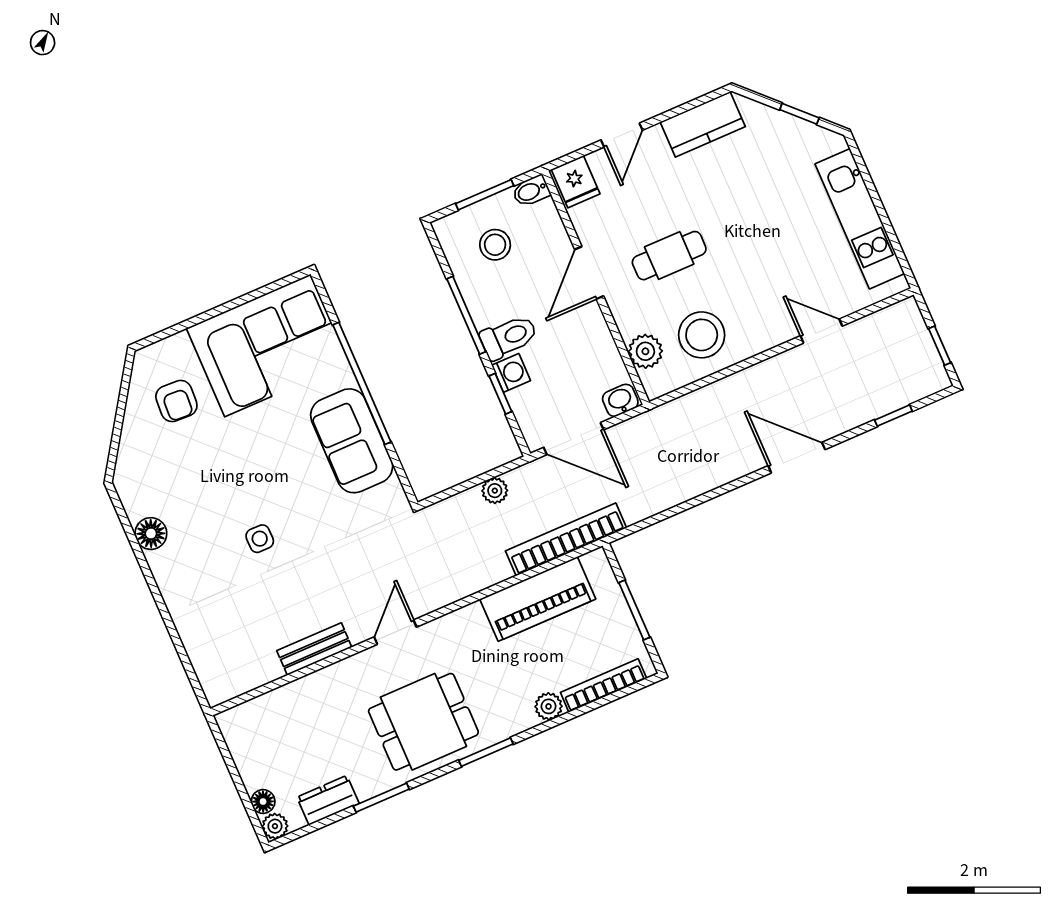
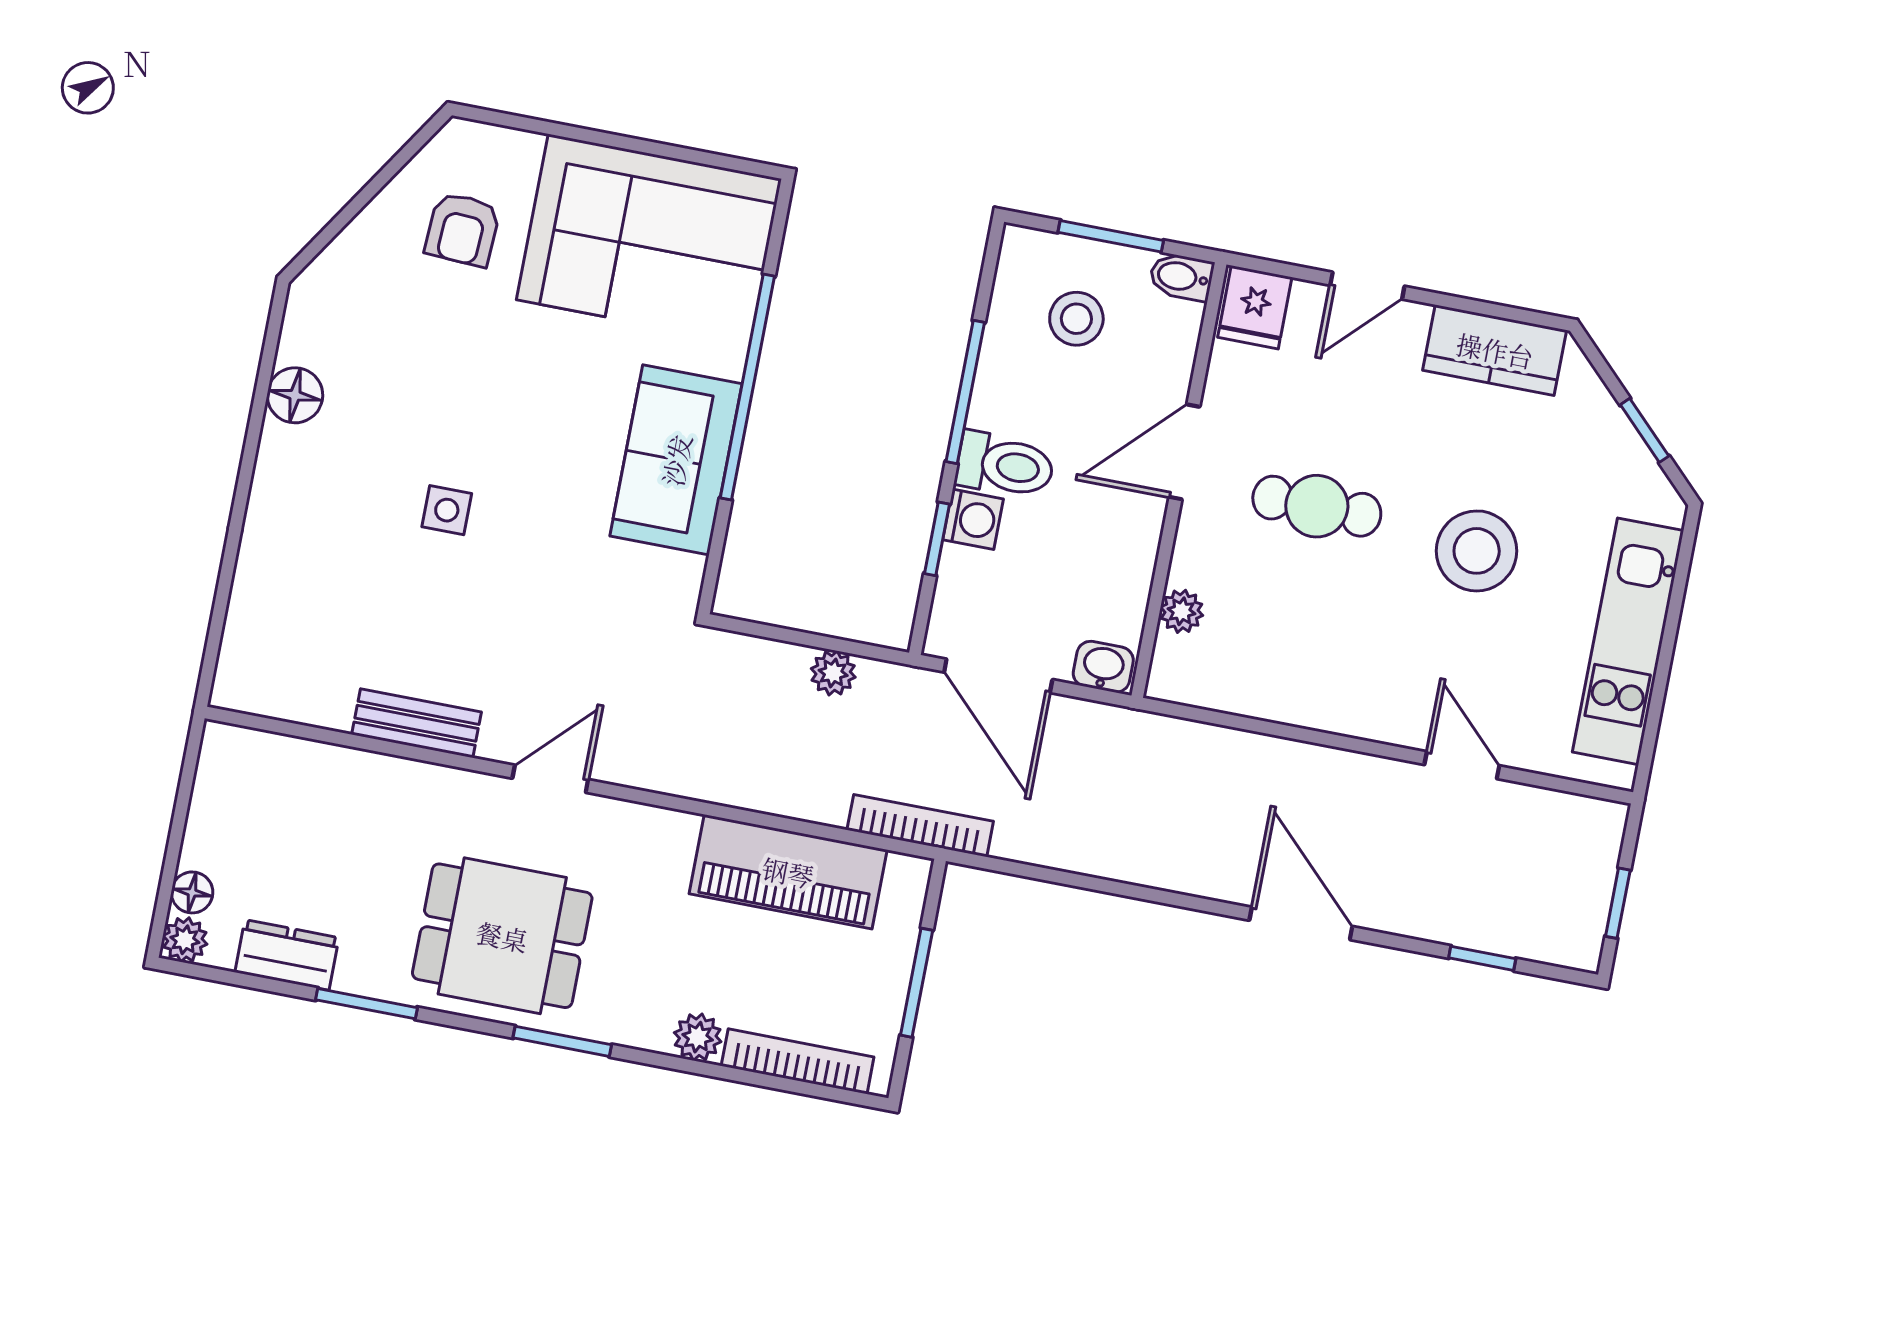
stool: (702, 335) -> (1477, 551), moved
plant: (645, 351) -> (1182, 611), width x0.73, depth x0.73
bookcase: (566, 539) -> (920, 826), width x0.68, depth x0.76

